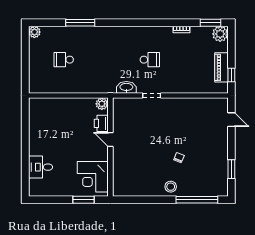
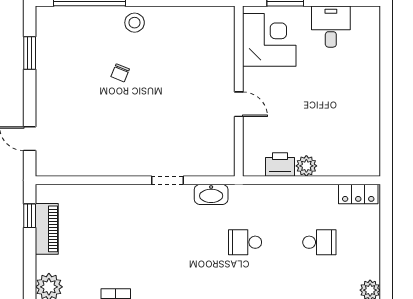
school desk: (150, 60) -> (245, 242), moved
locker: (41, 88) -> (358, 194), added
plant: (102, 104) -> (306, 166), moved
printer: (101, 123) -> (280, 164), moved, turned -90
desk: (40, 167) -> (331, 27), moved, turned -90

